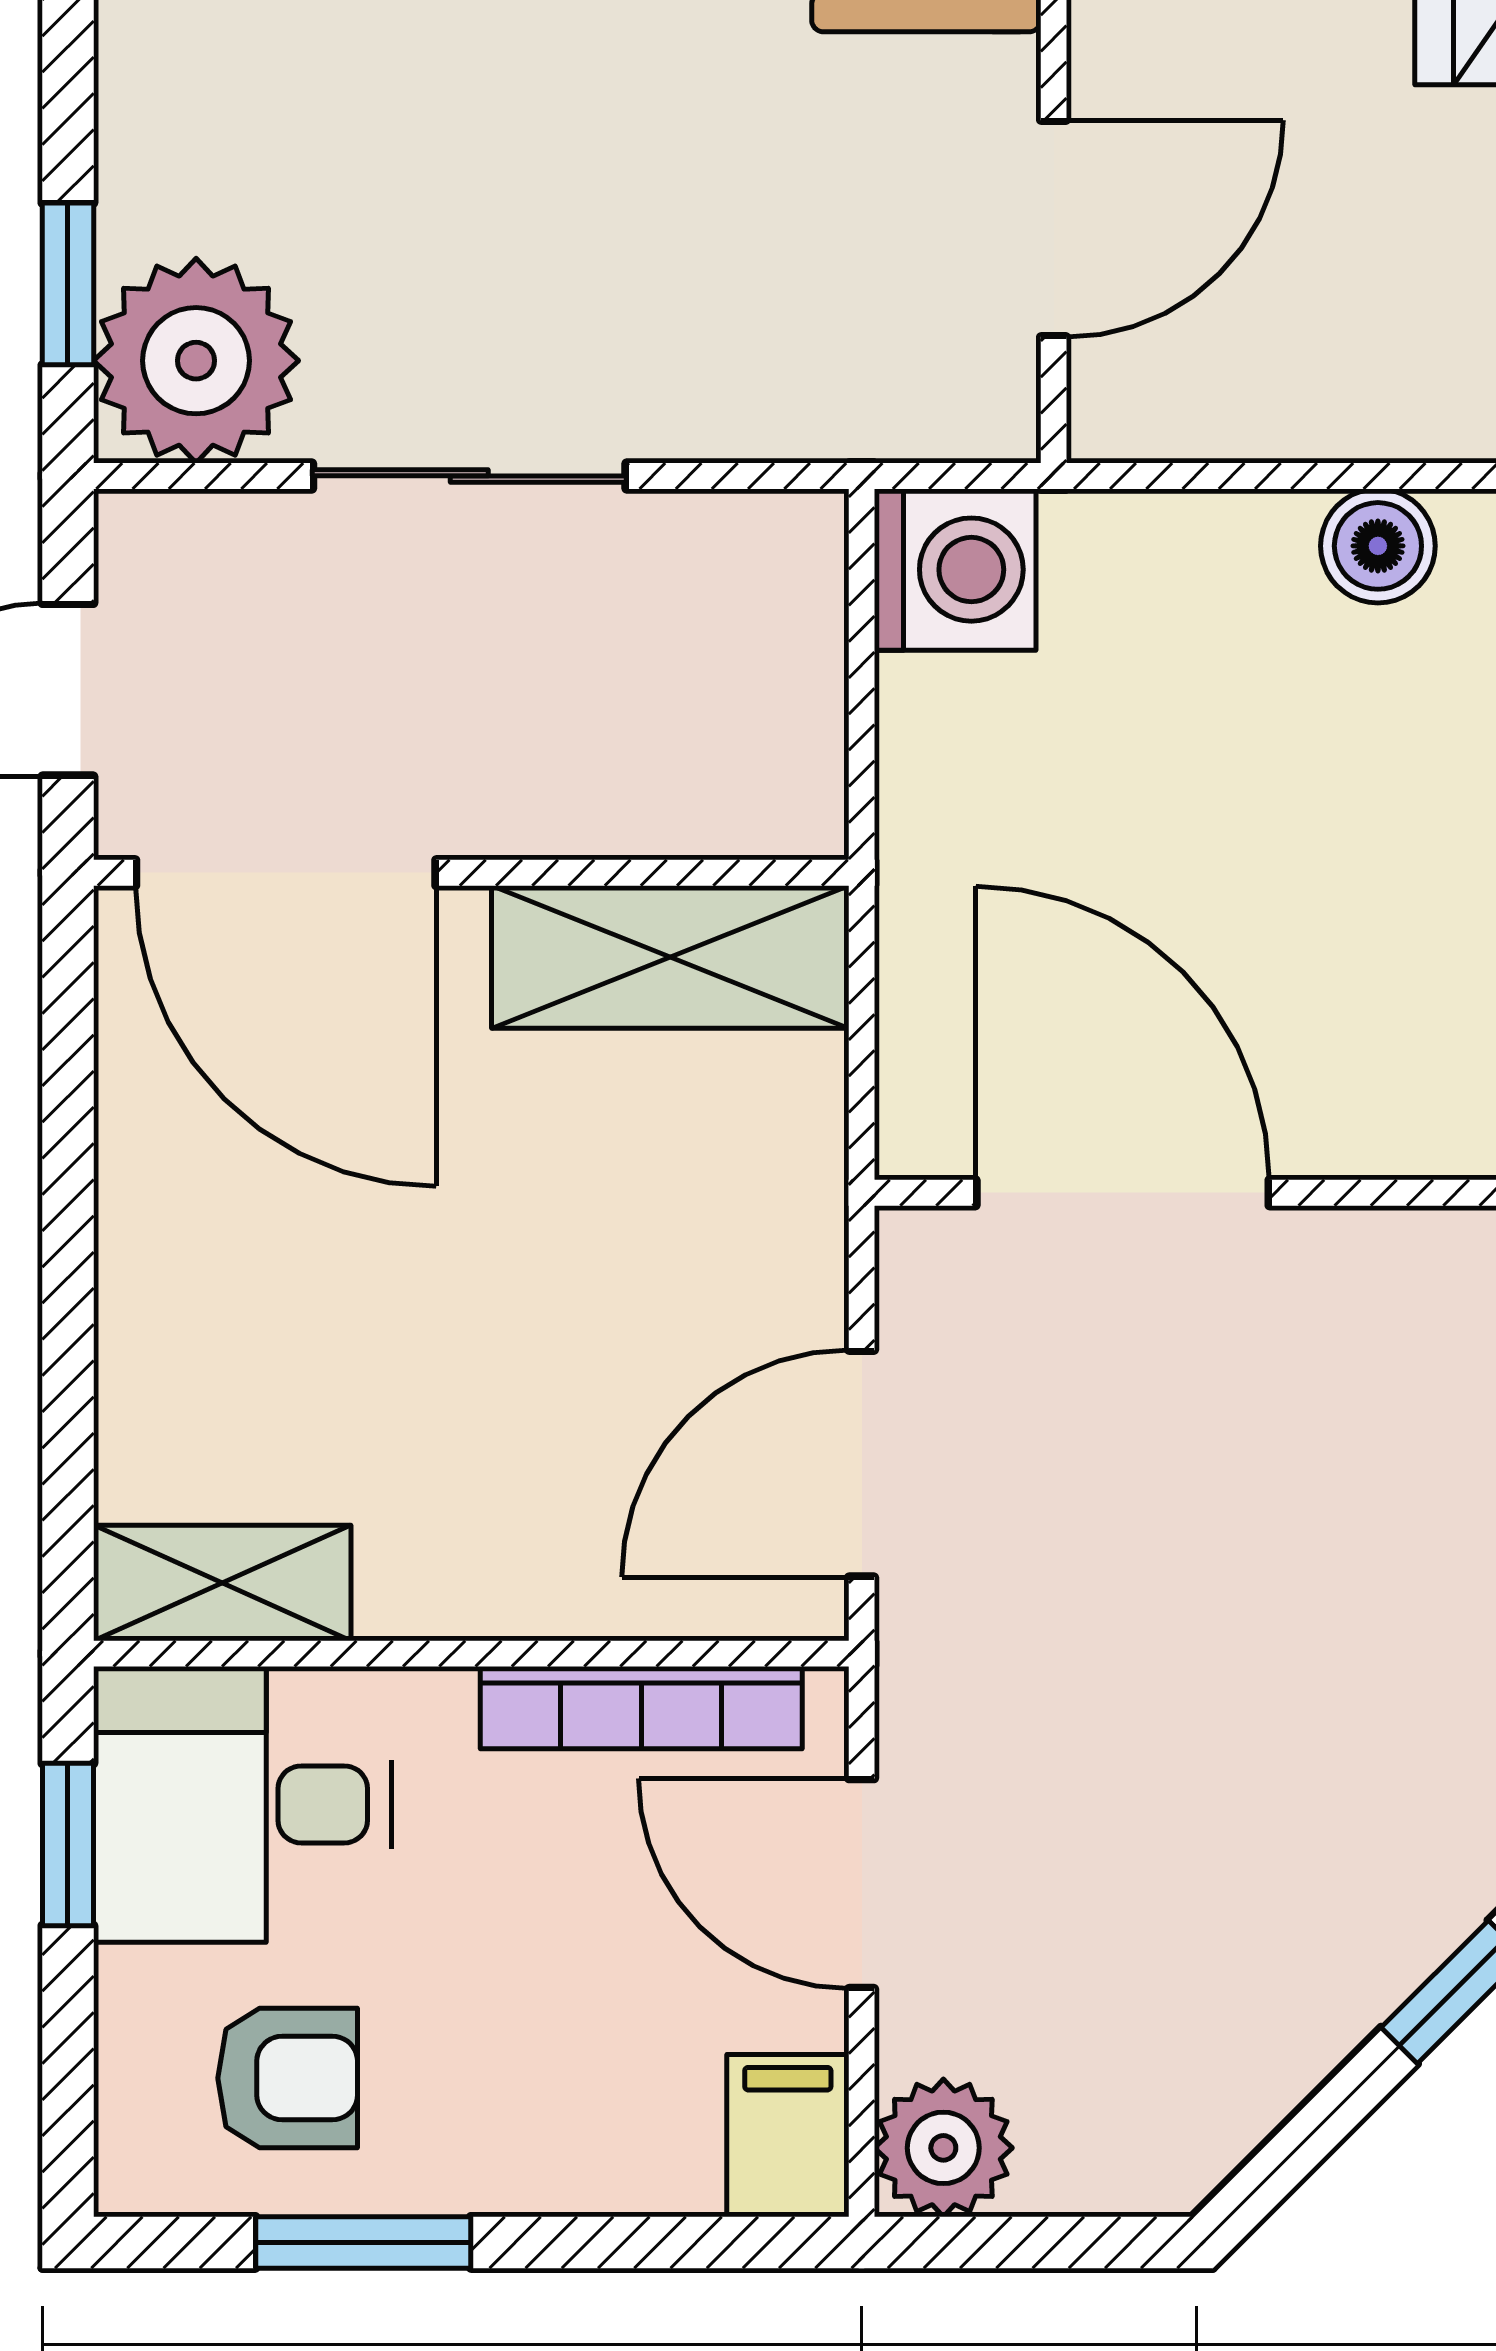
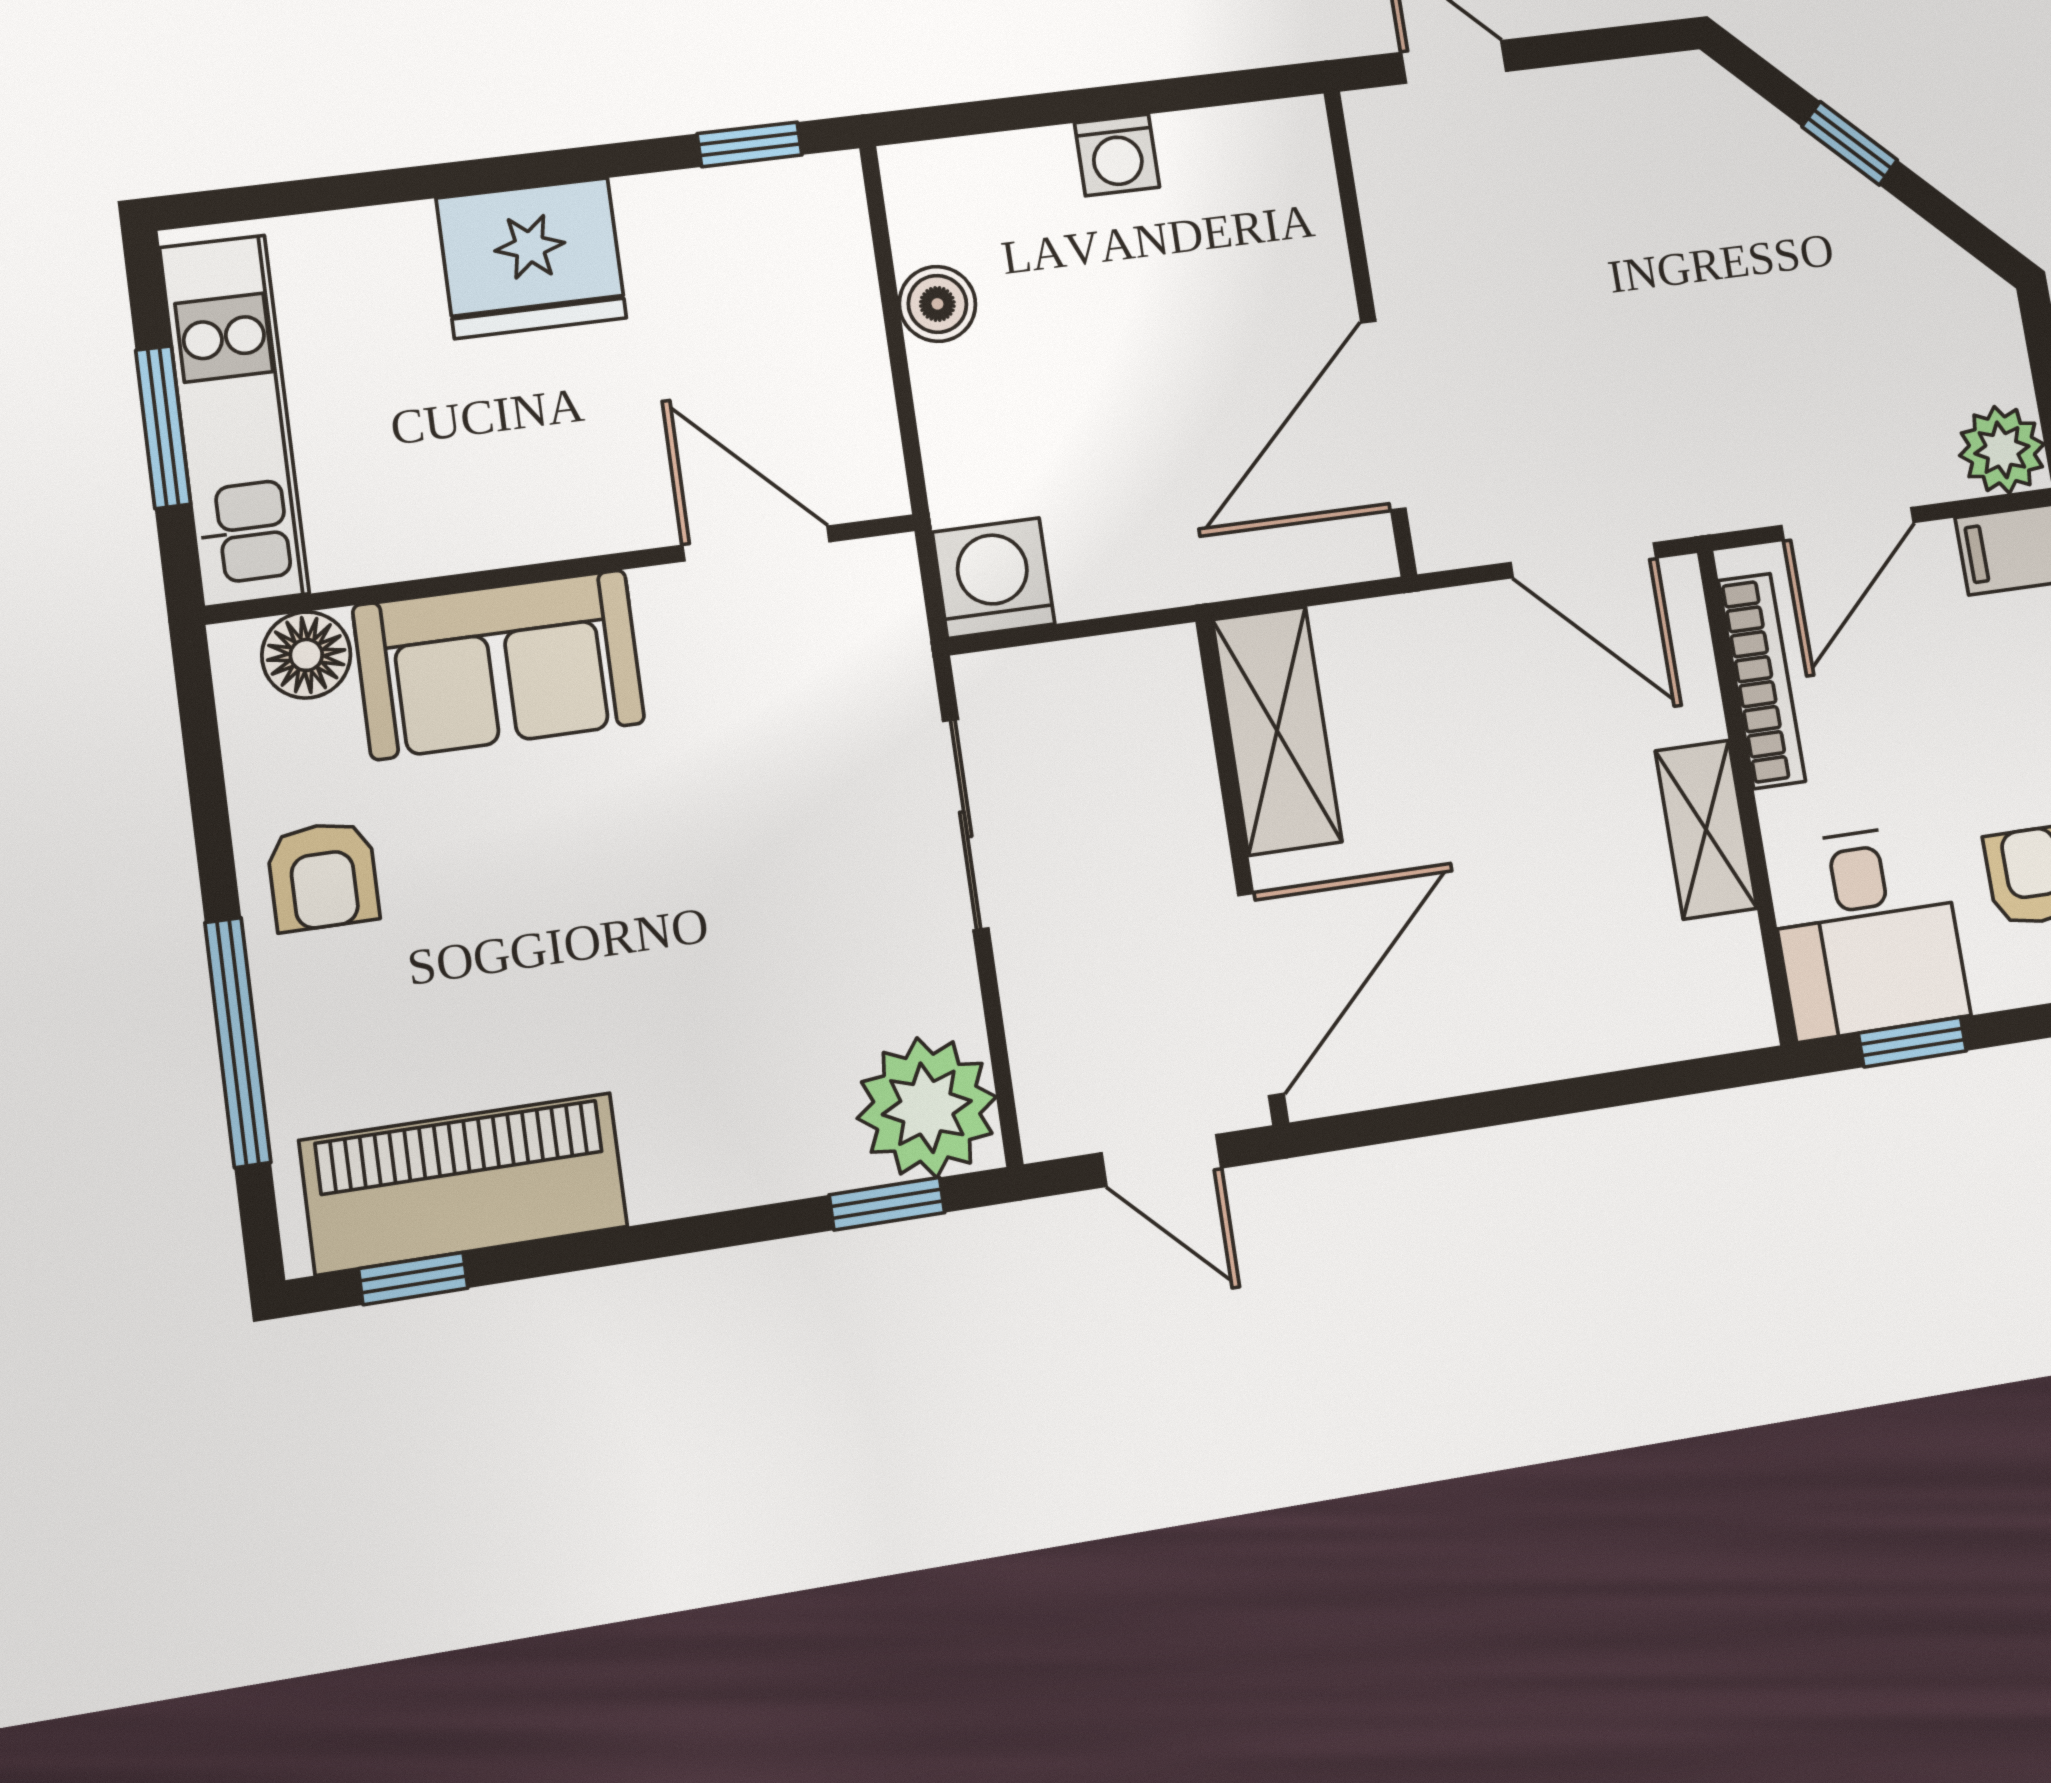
sliding door: (469, 476) -> (966, 824), moved
shelving: (222, 1583) -> (1706, 830), moved

